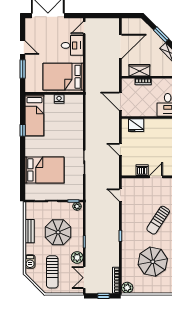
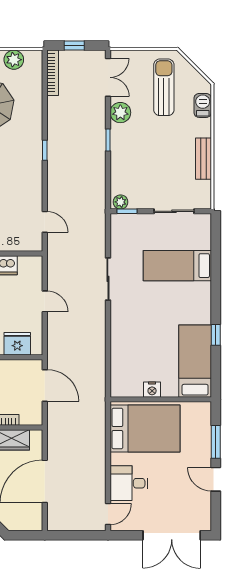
bed: (45, 170) -> (177, 266), width x0.67
parasol: (58, 232) -> (154, 157), removed
plant: (127, 288) -> (14, 60), moved

